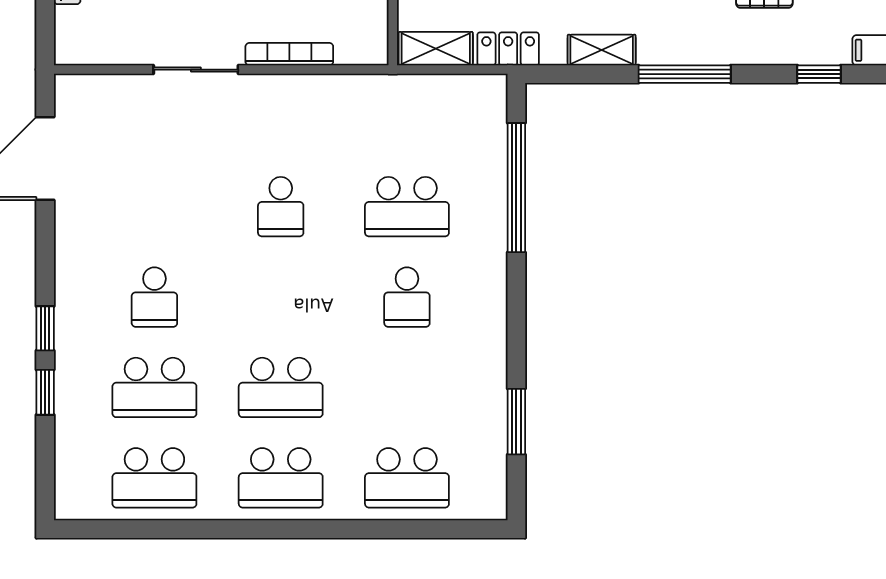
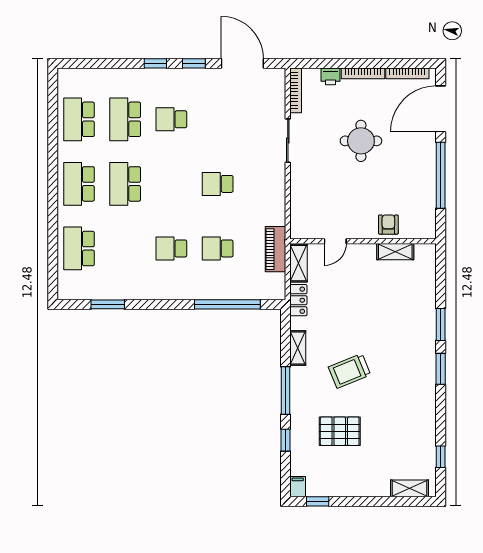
bookcase: (289, 54) -> (296, 90), moved
window: (819, 74) -> (285, 440), moved
piano: (408, 94) -> (276, 249), added
school desk: (407, 207) -> (218, 248), width x0.54
window: (45, 392) -> (194, 63), moved

